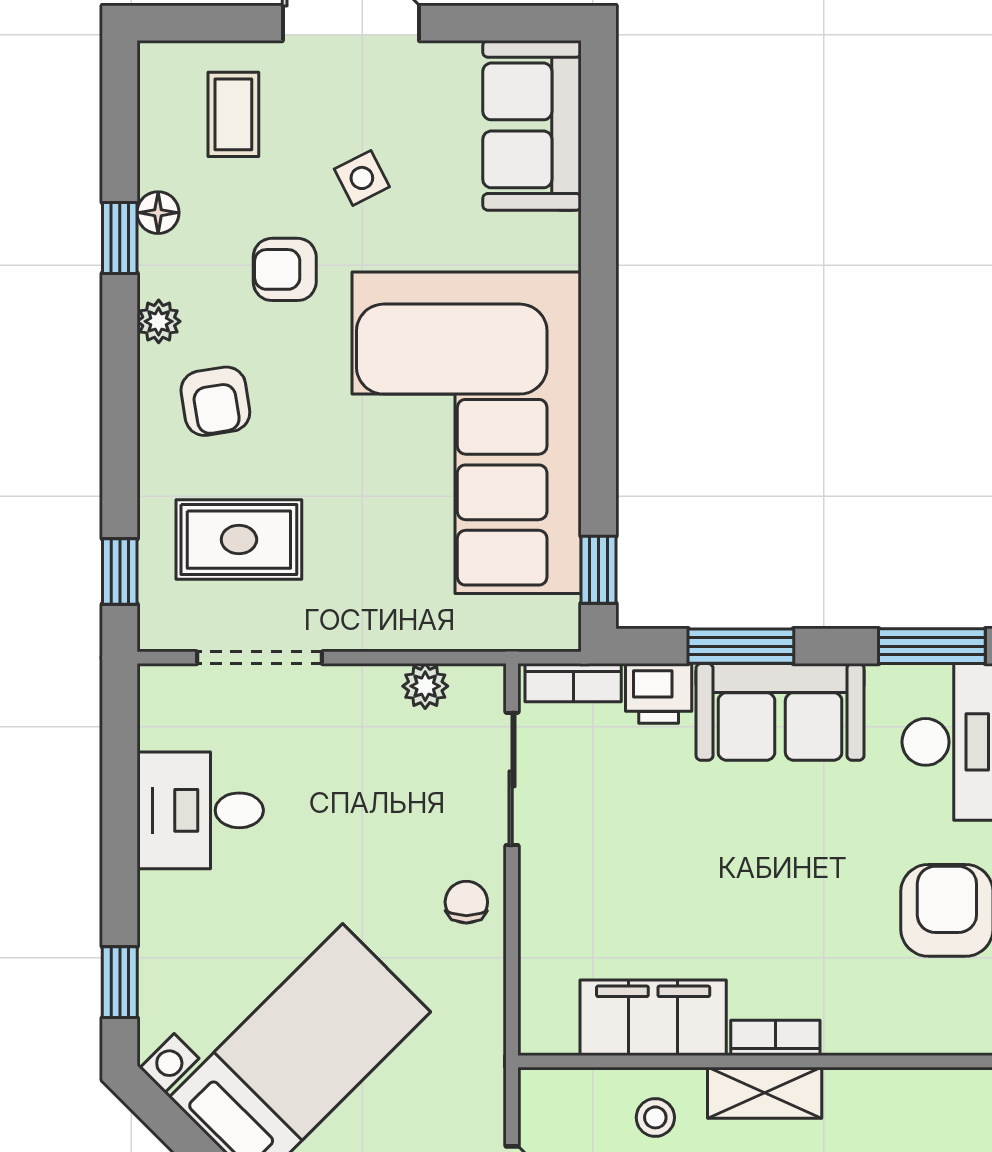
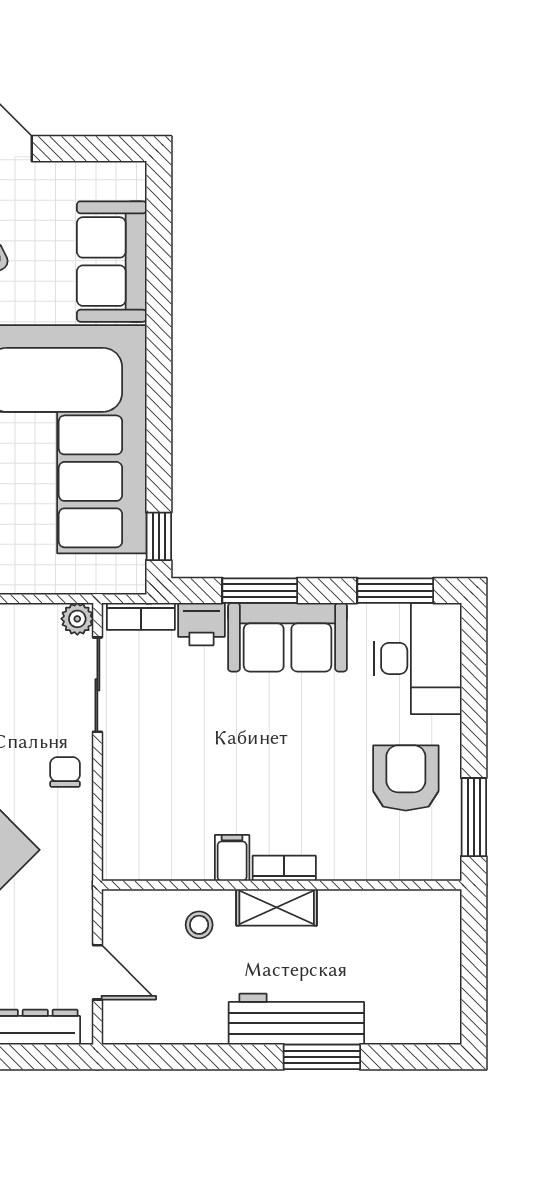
sofa: (532, 125) -> (112, 262), moved
plant: (425, 686) -> (77, 619), moved
filing cabinet: (653, 1018) -> (232, 858), width x0.33, depth x0.86

